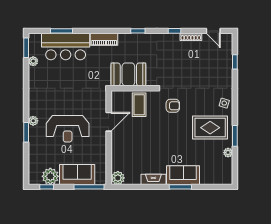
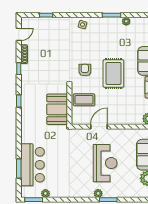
piano: (104, 39) -> (26, 131), removed
door: (109, 122) -> (99, 127), hinge flipped
rug: (210, 128) -> (113, 73), moved

